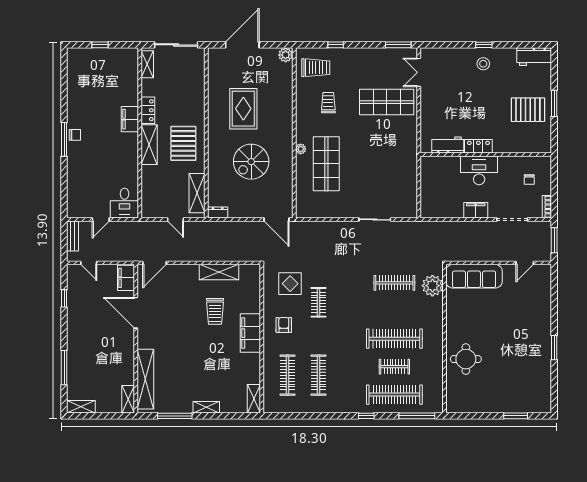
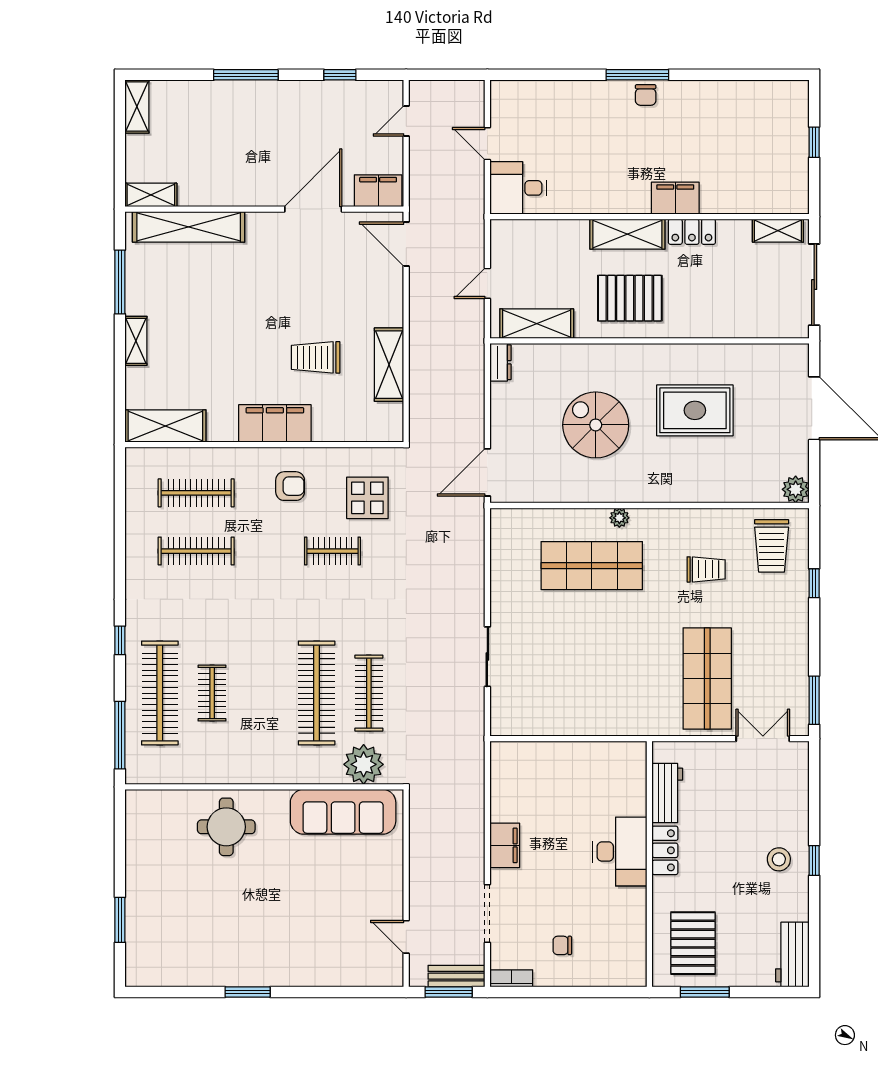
workbench: (448, 145) -> (667, 793), moved
locker: (478, 146) -> (665, 850), moved
wall: (486, 155) -> (649, 864), moved
desk: (479, 170) -> (620, 852), moved
bench: (73, 236) -> (456, 976), moved
sofa: (474, 276) -> (343, 812), moved, turned -90
clothes rail: (394, 339) -> (317, 693), moved
window: (64, 368) -> (246, 75), moved
shelving: (254, 399) -> (165, 426), width x1.50, depth x1.33

